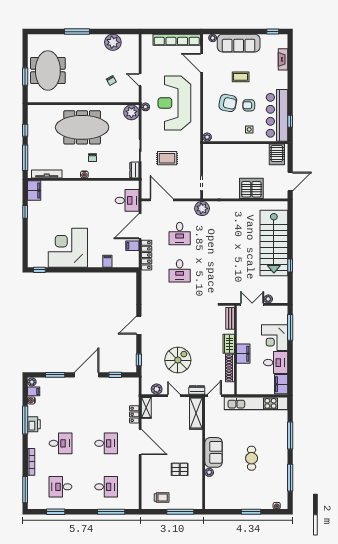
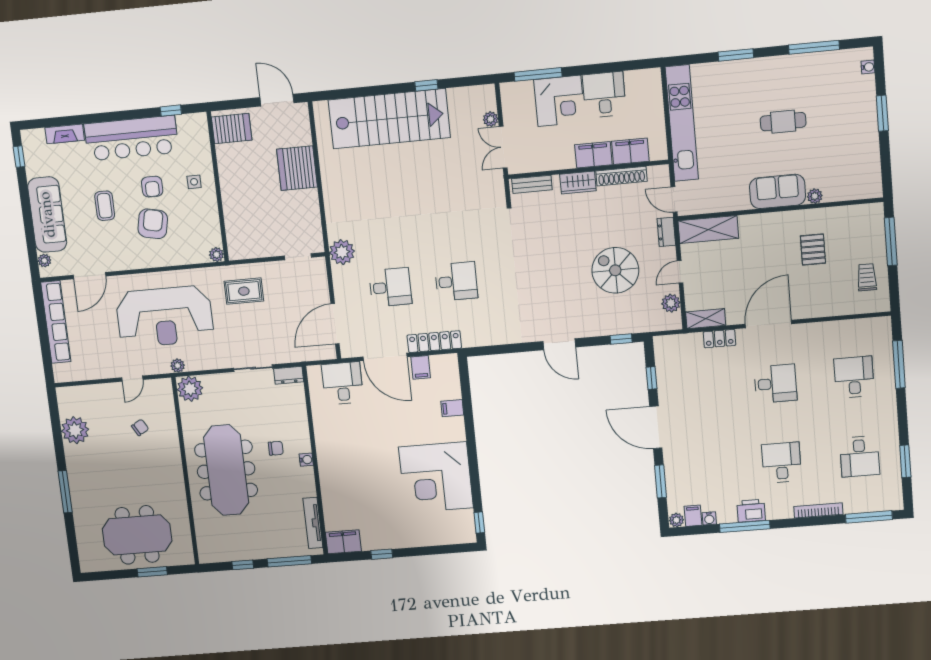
bar counter: (277, 115) -> (131, 138), moved
rug: (167, 158) -> (244, 291), moved, turned 90
filing cabinet: (281, 384) -> (630, 151), moved, turned 180
window: (290, 435) -> (736, 55), width x0.69
desk: (106, 443) -> (775, 384), turned 90

